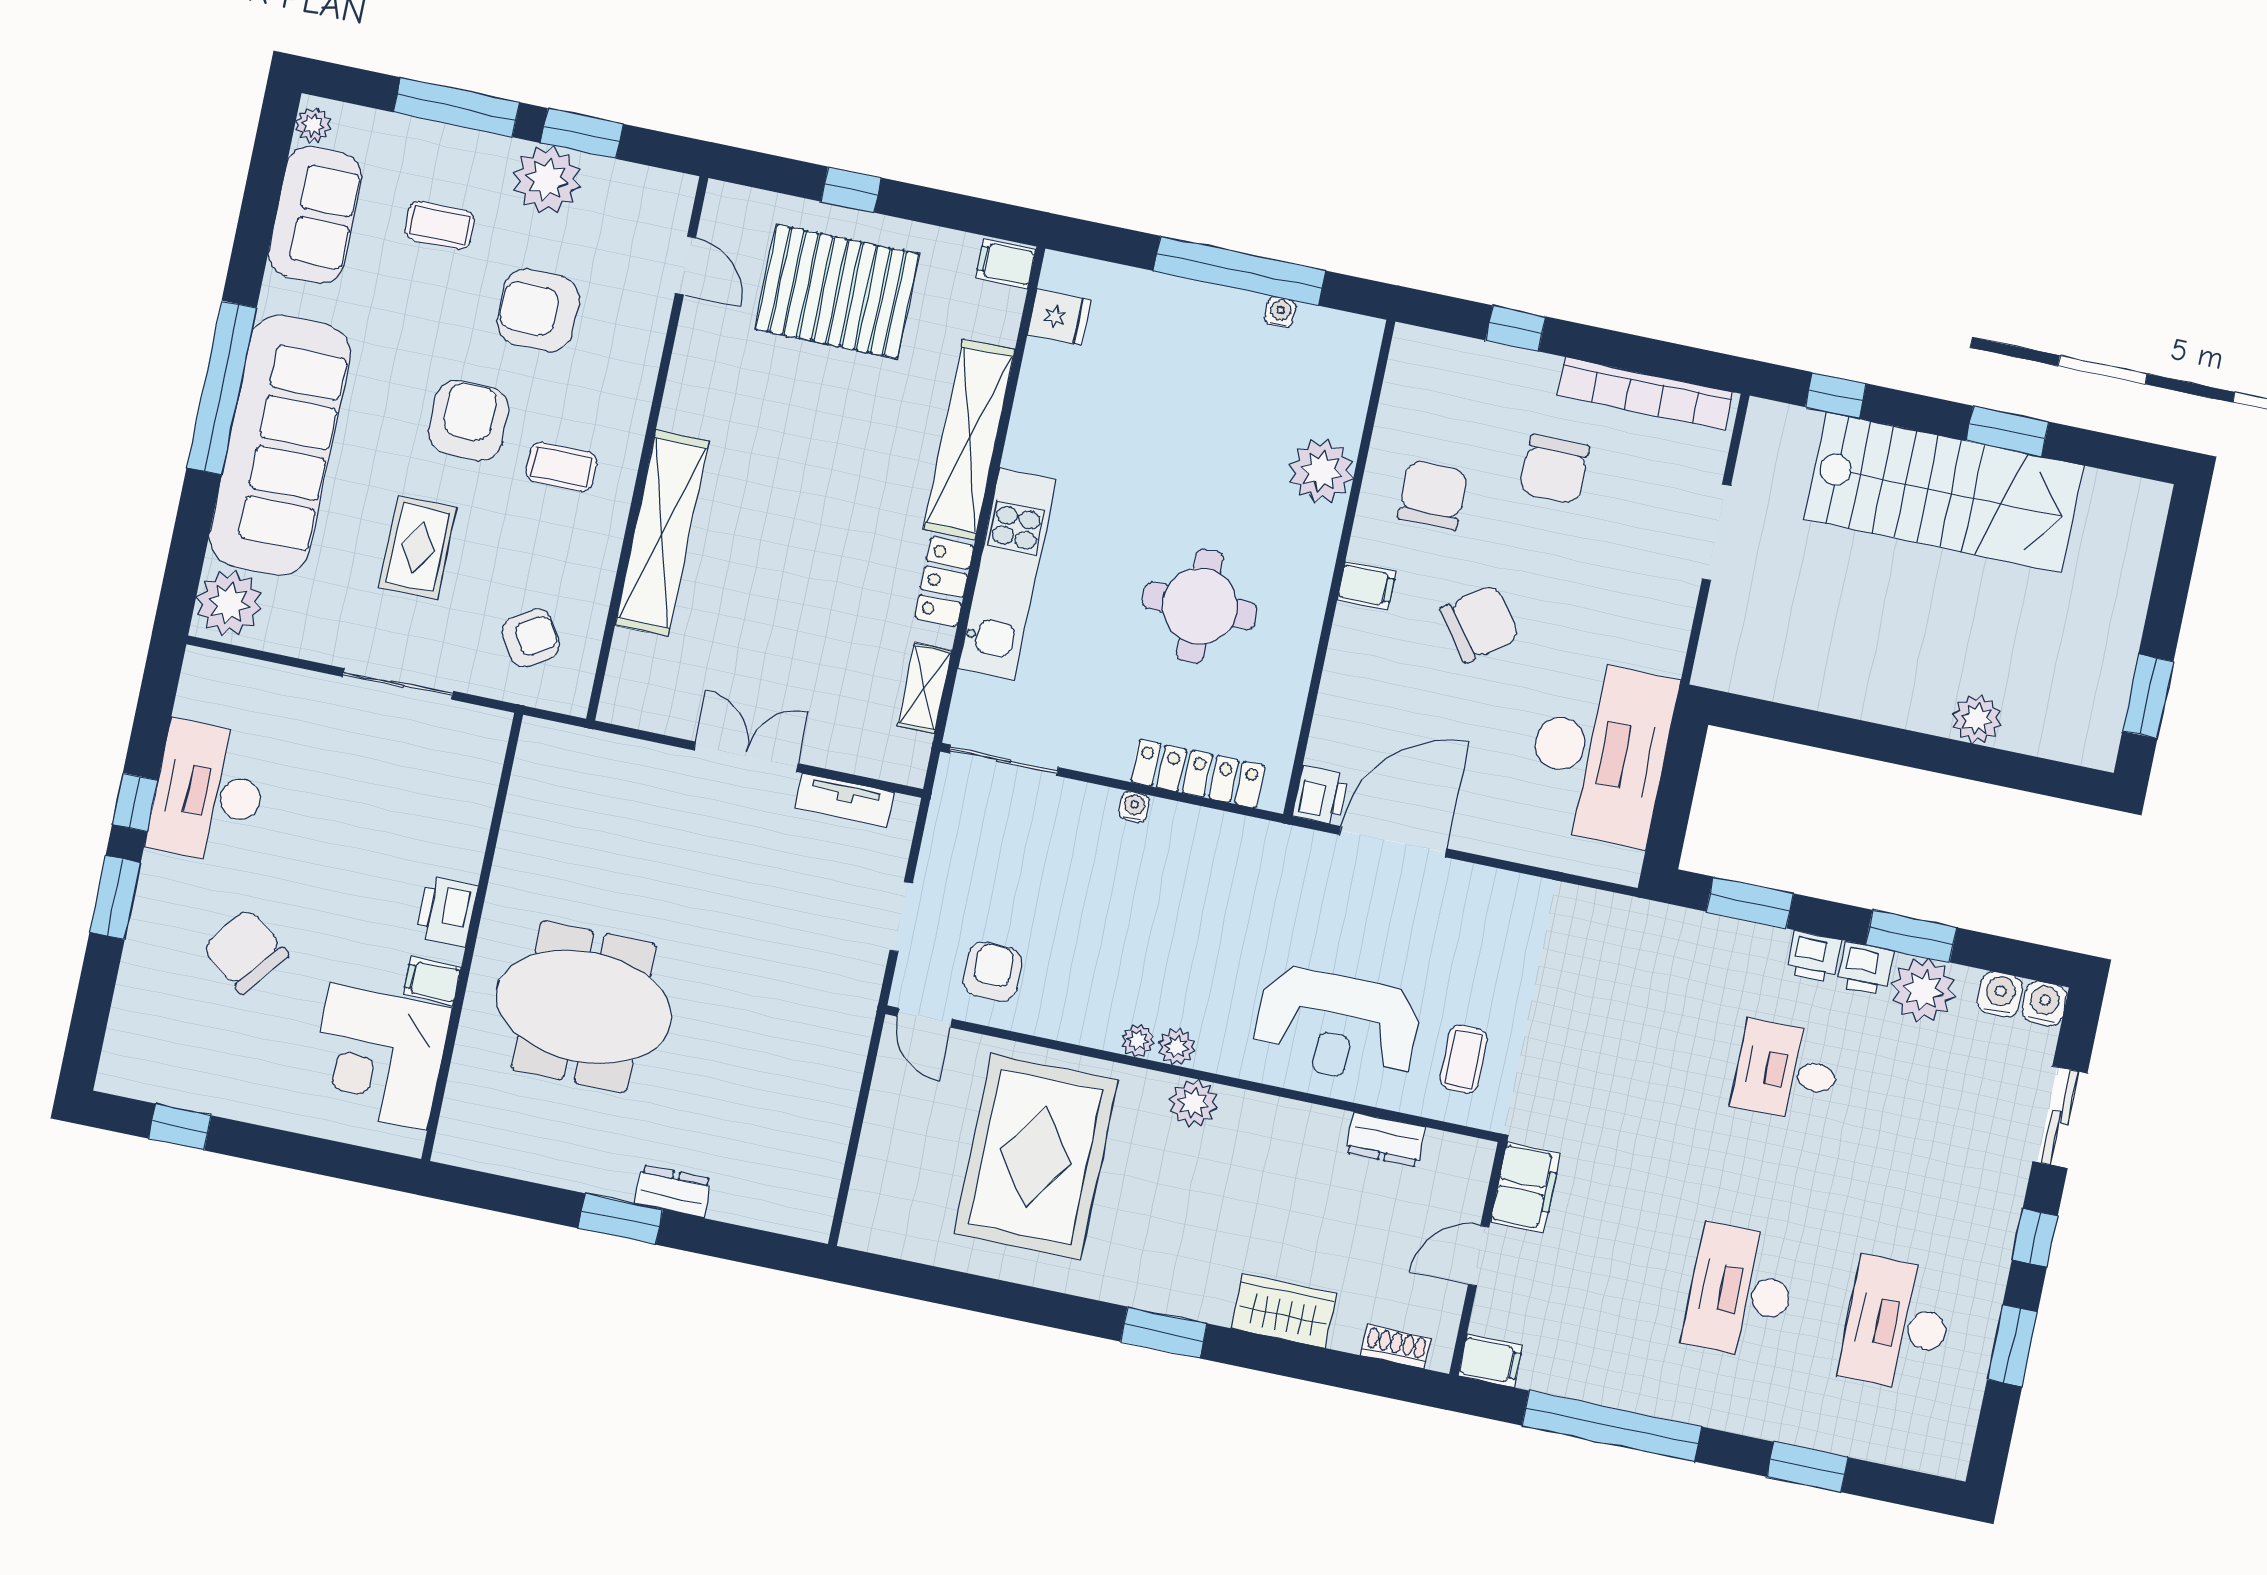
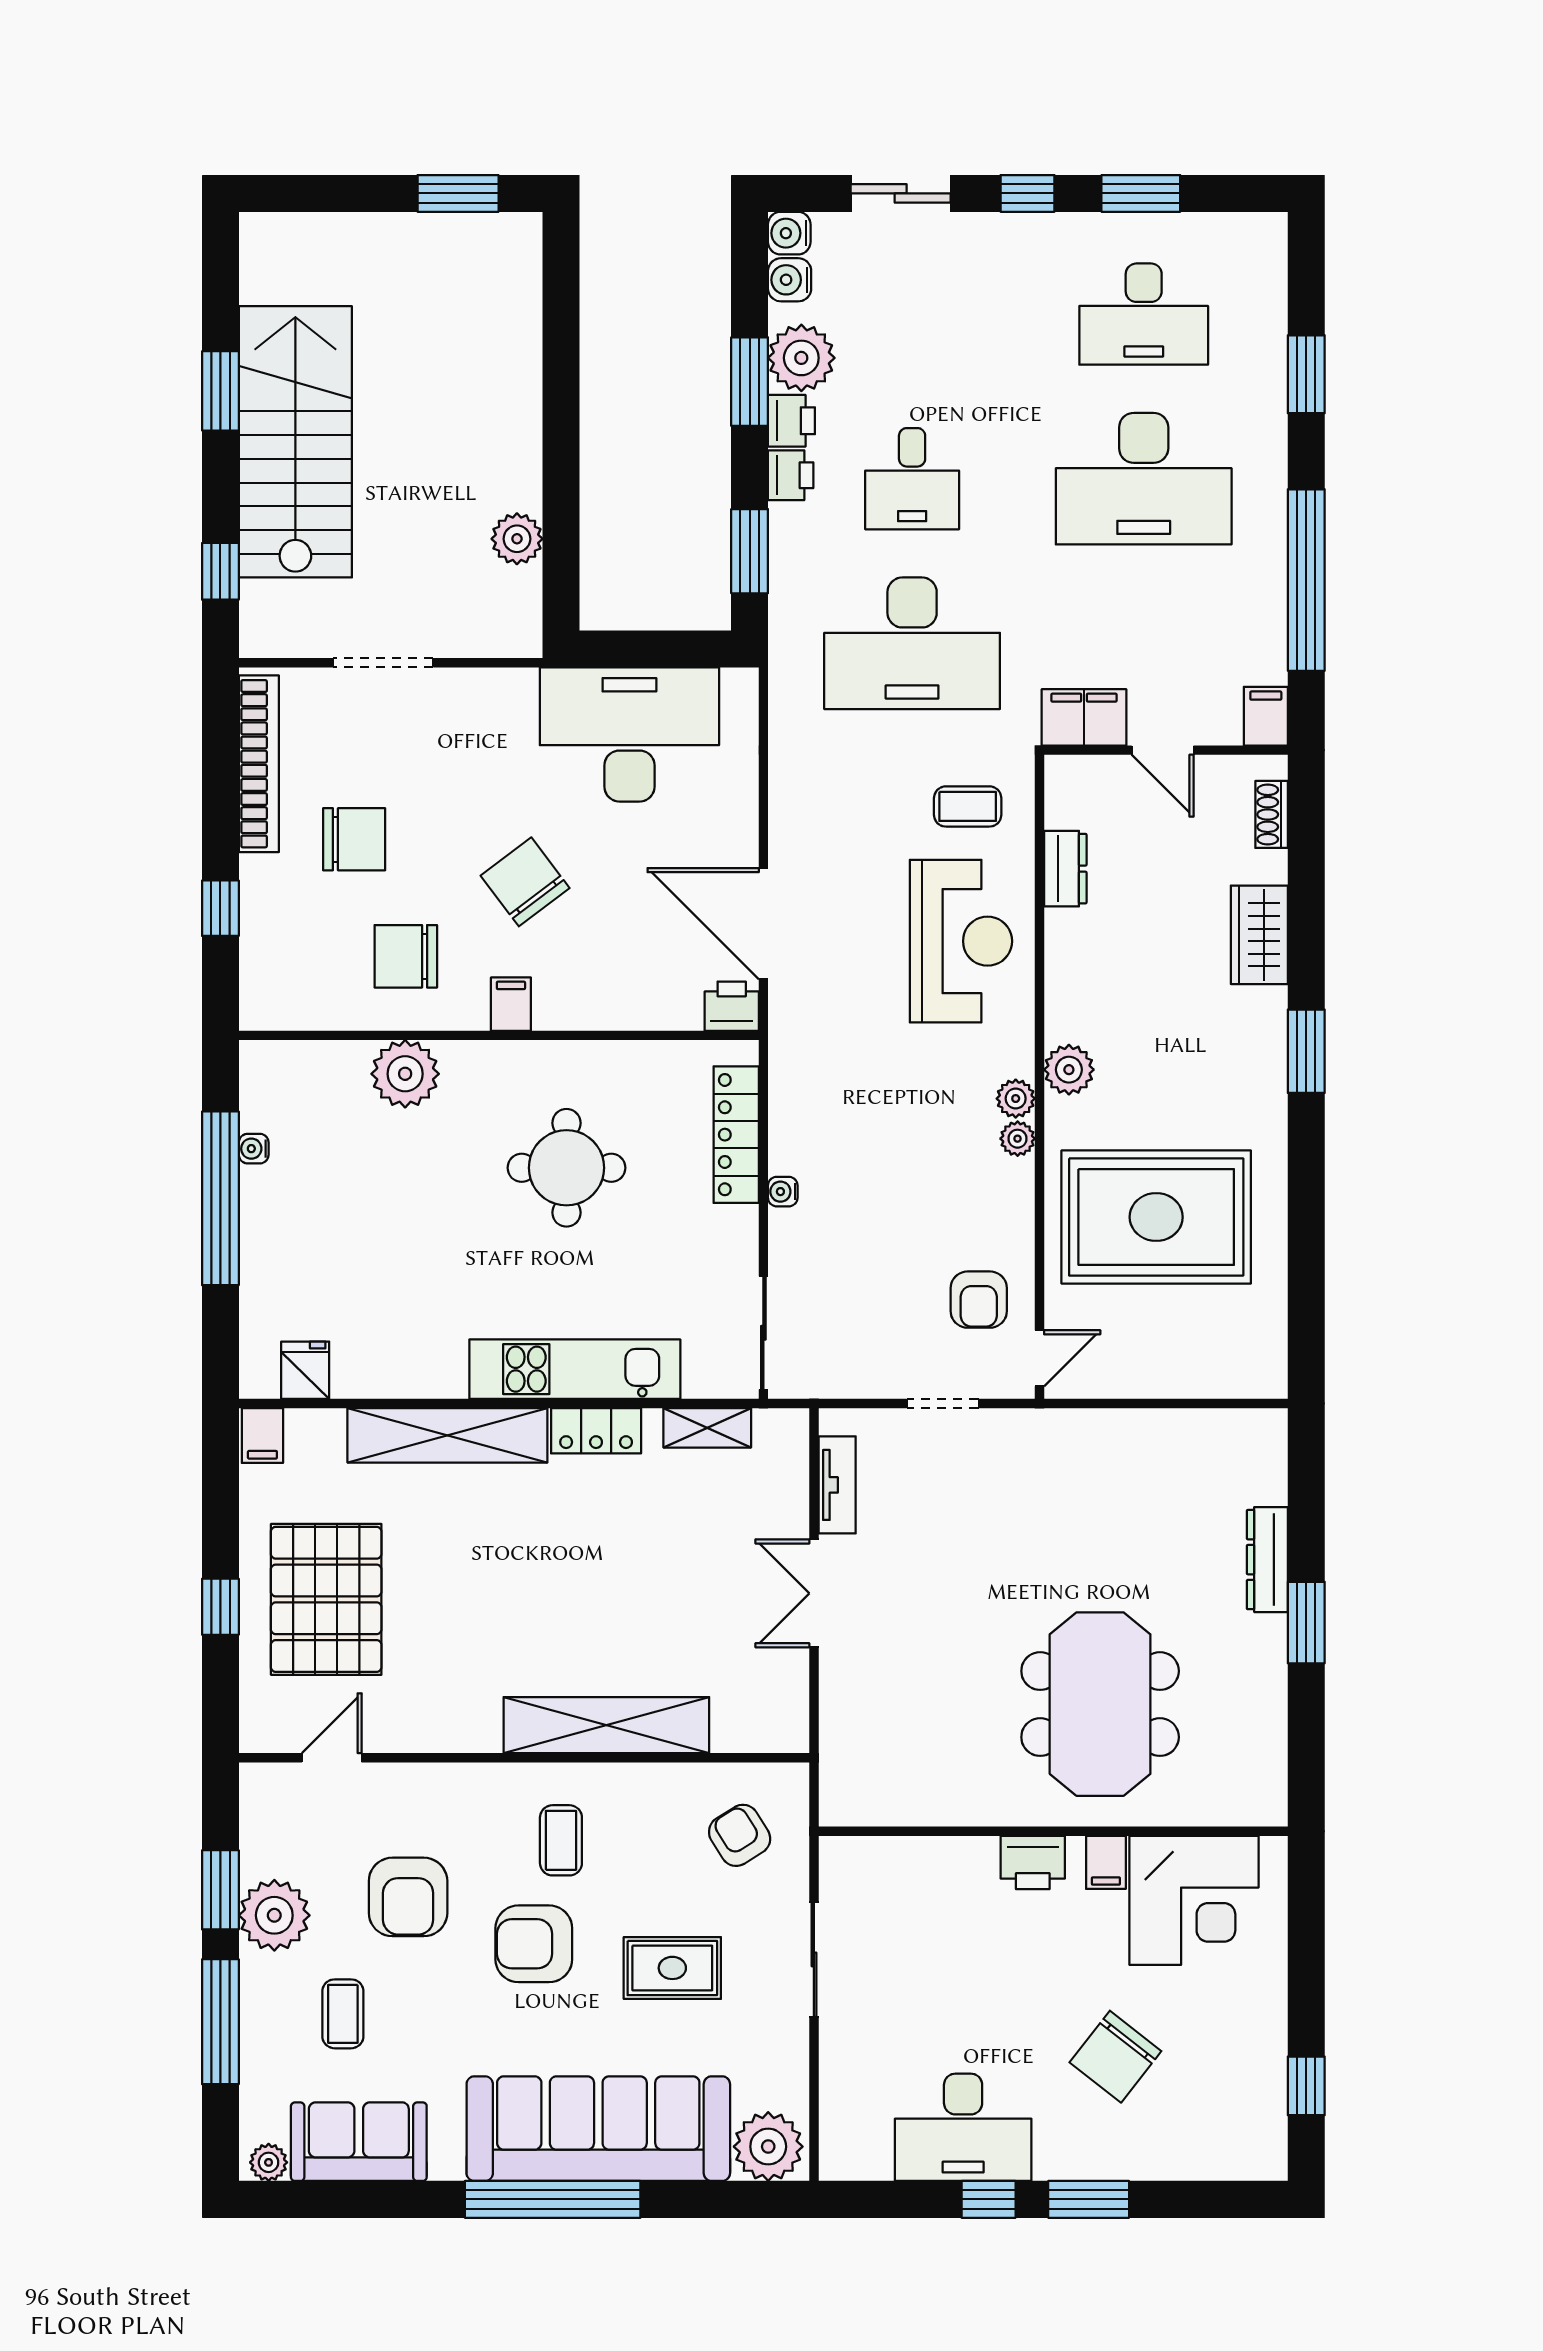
plant: (1977, 719) -> (517, 539), moved
armchair: (993, 972) -> (979, 1300), turned -90
desk: (1630, 1039) -> (912, 643), added
dresser: (673, 1191) -> (1267, 1560), width x1.44
desk: (1740, 1292) -> (1144, 479), width x1.36, depth x1.30

